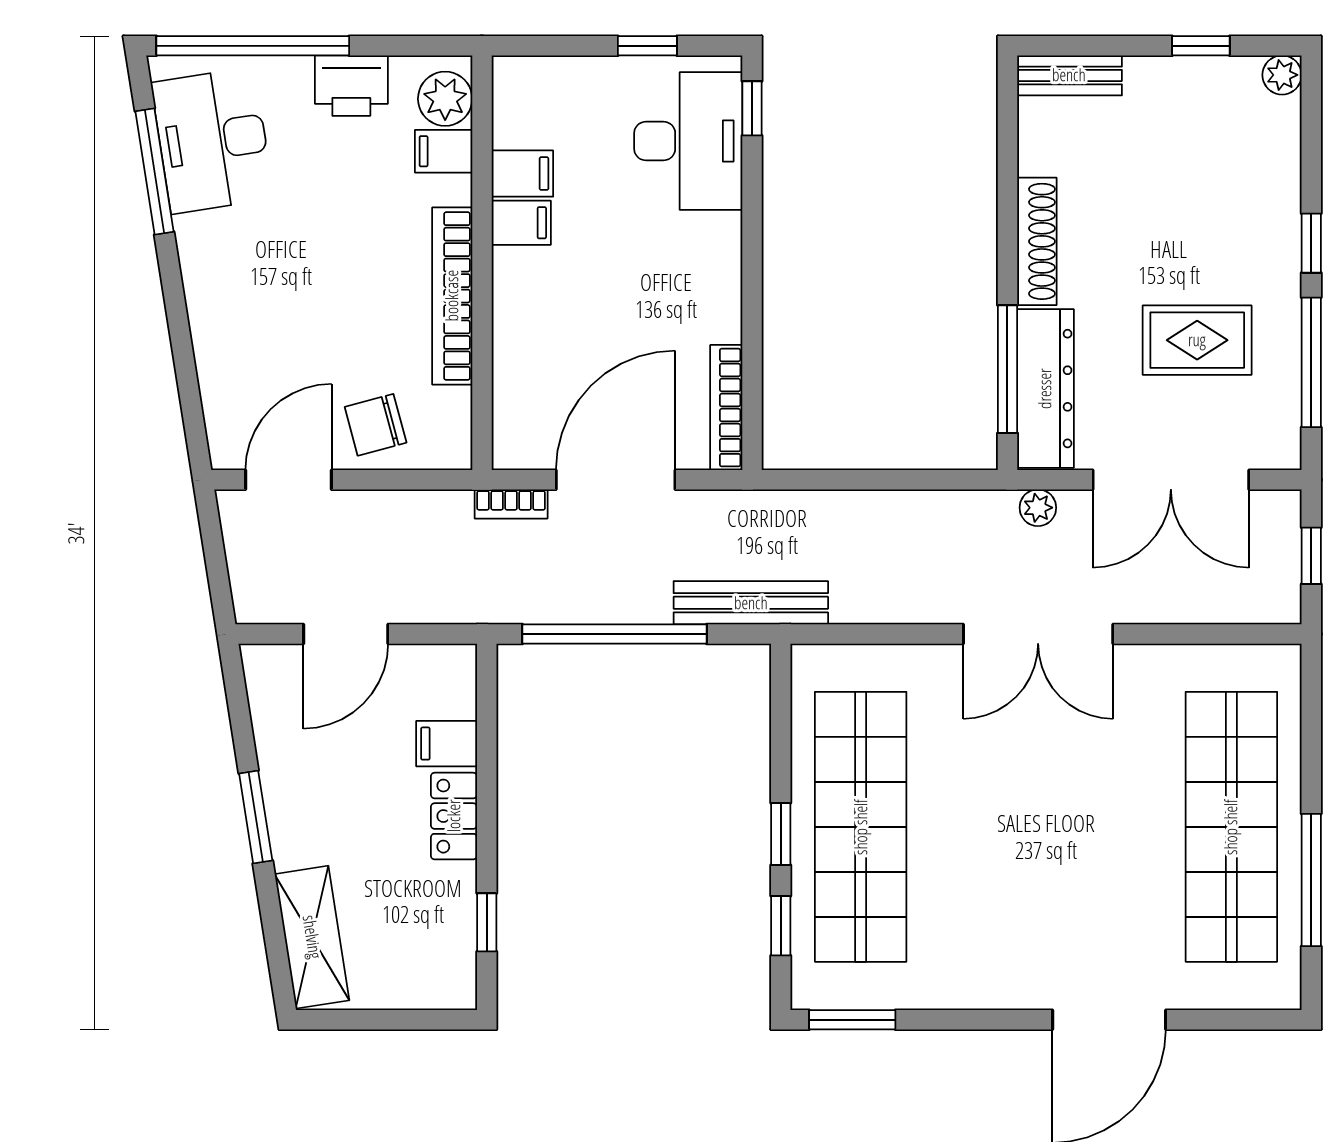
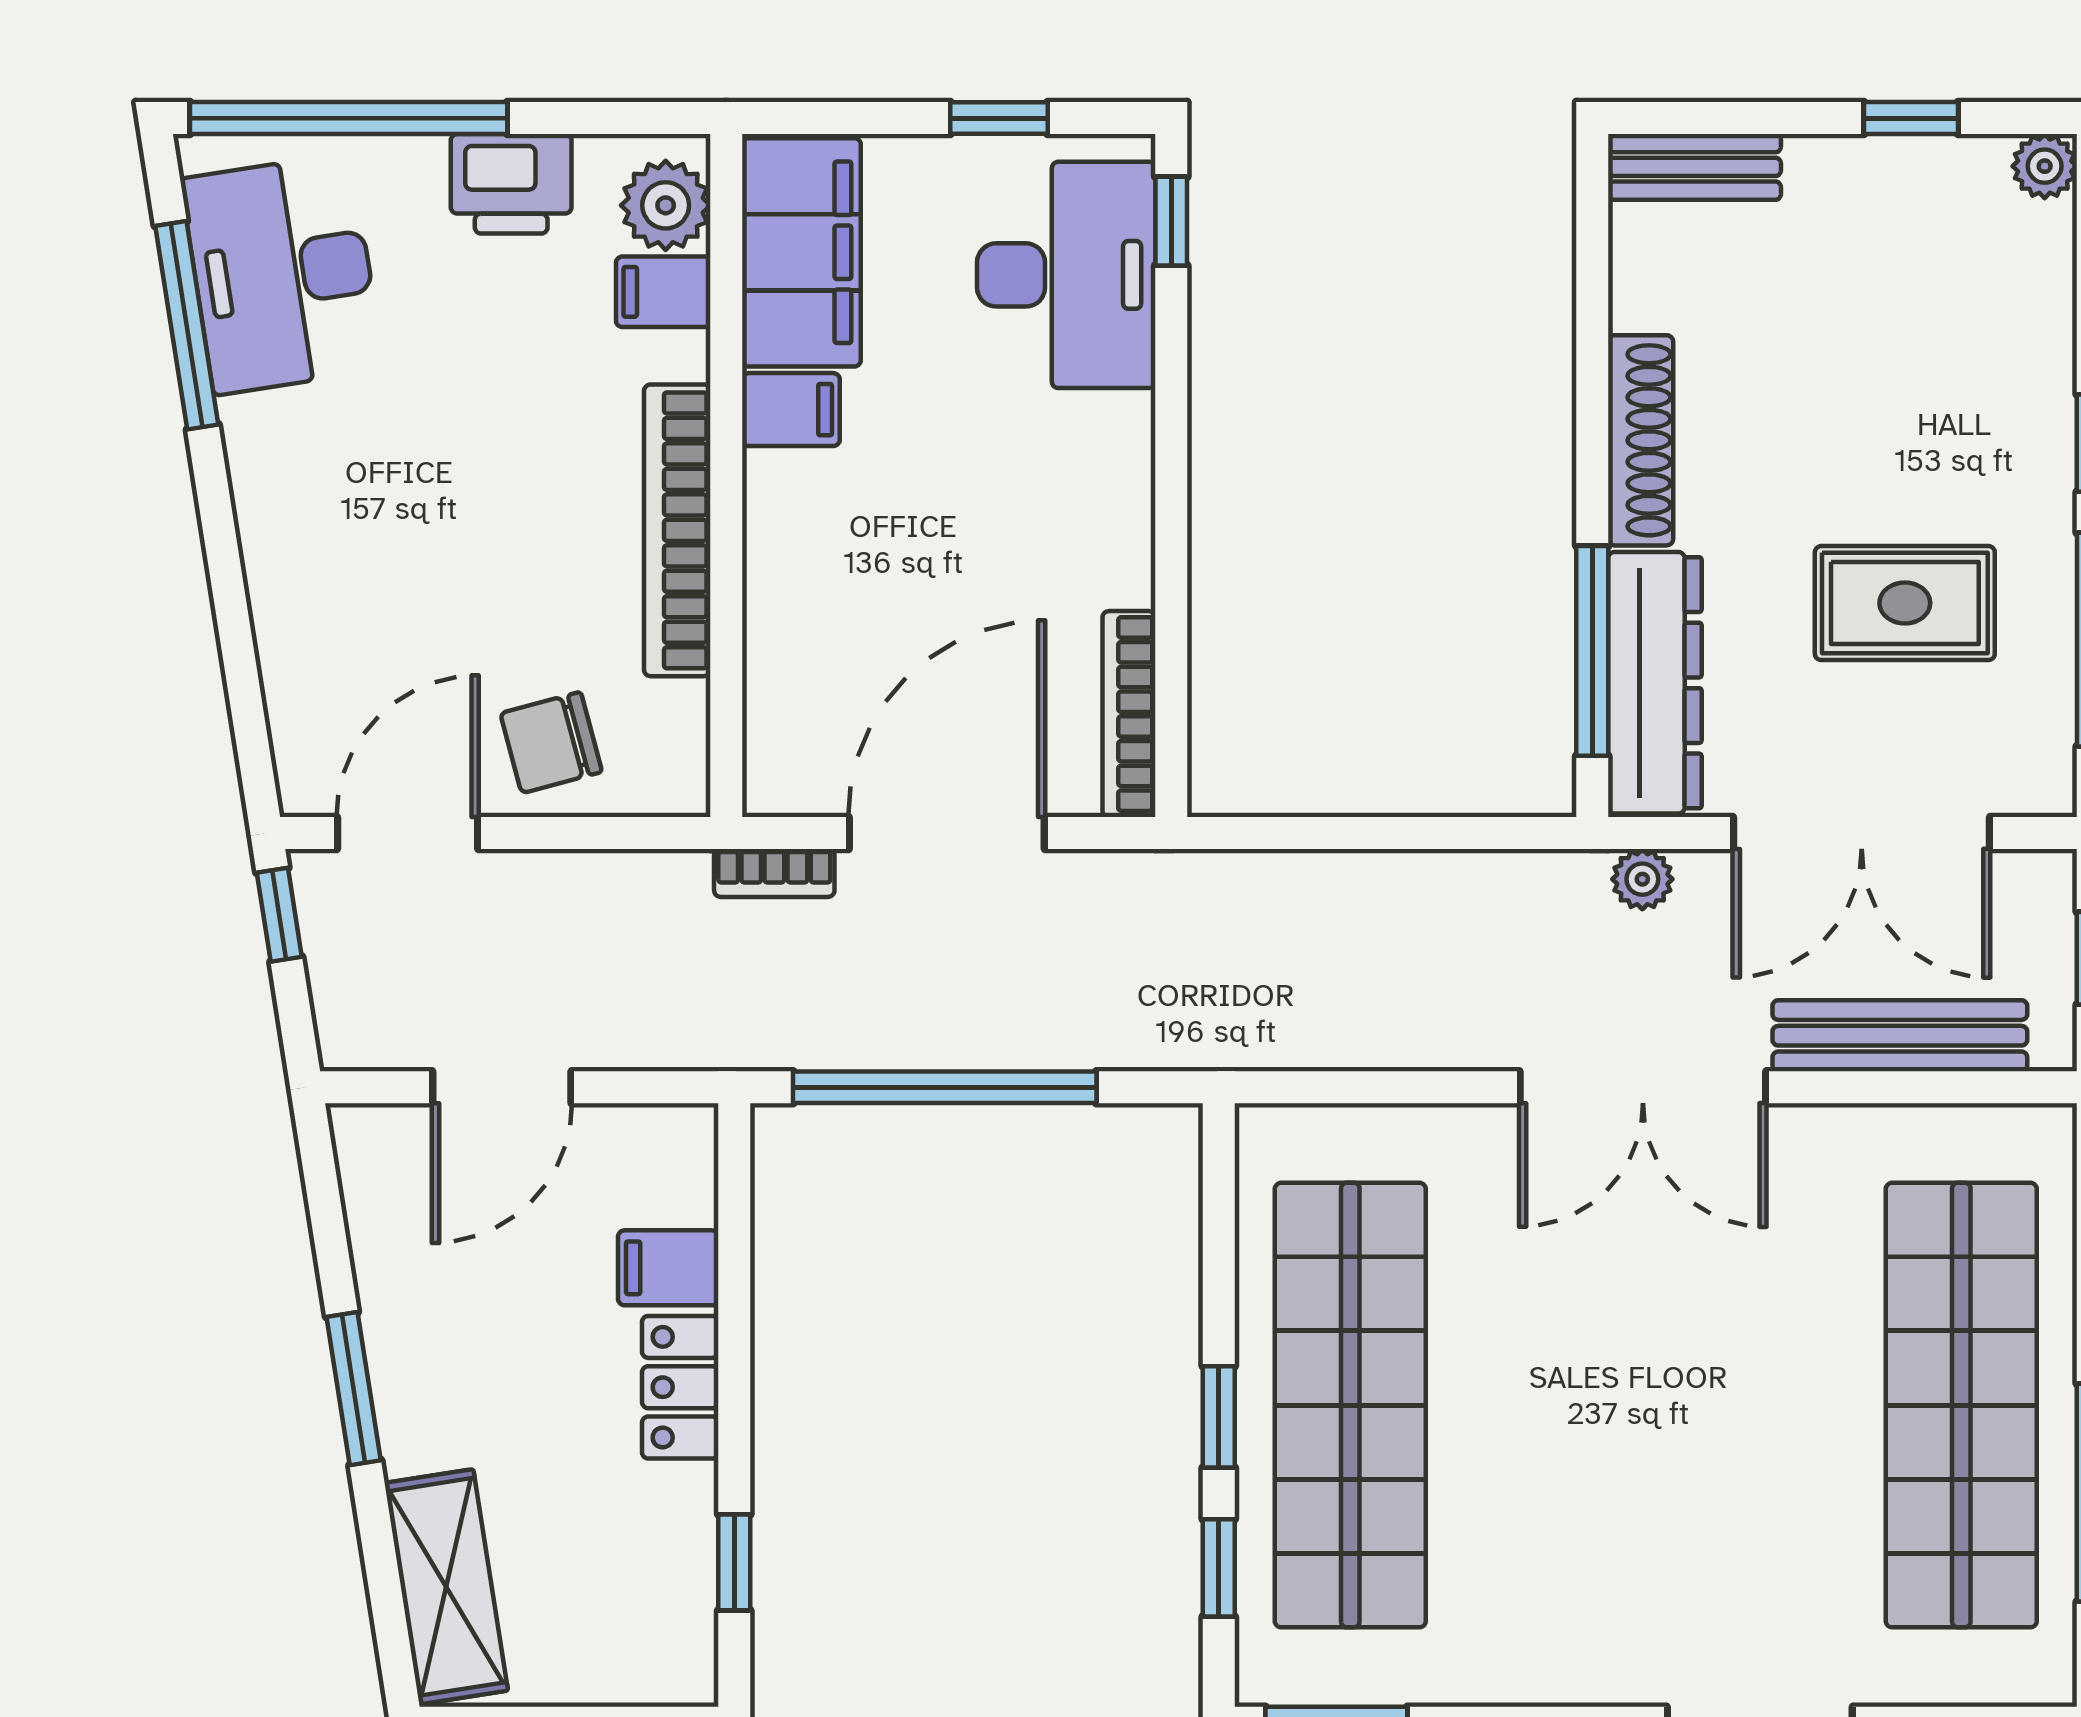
filing cabinet: (522, 174) -> (801, 252), width x3.00, depth x1.17
window: (211, 529) -> (279, 915), added
bench: (751, 603) -> (1900, 1036), moved

